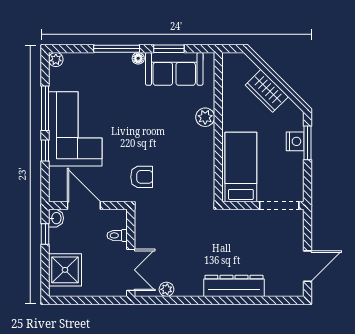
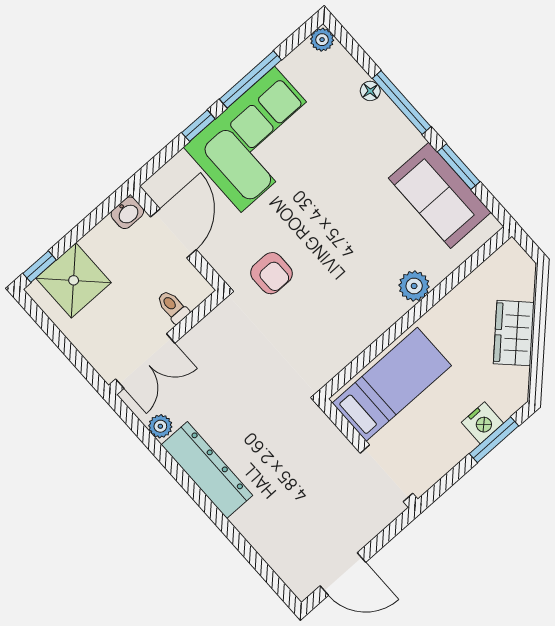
floor lamp: (138, 58) -> (370, 91), moved
window: (45, 234) -> (40, 267), moved
dresser: (234, 286) -> (207, 470), moved

